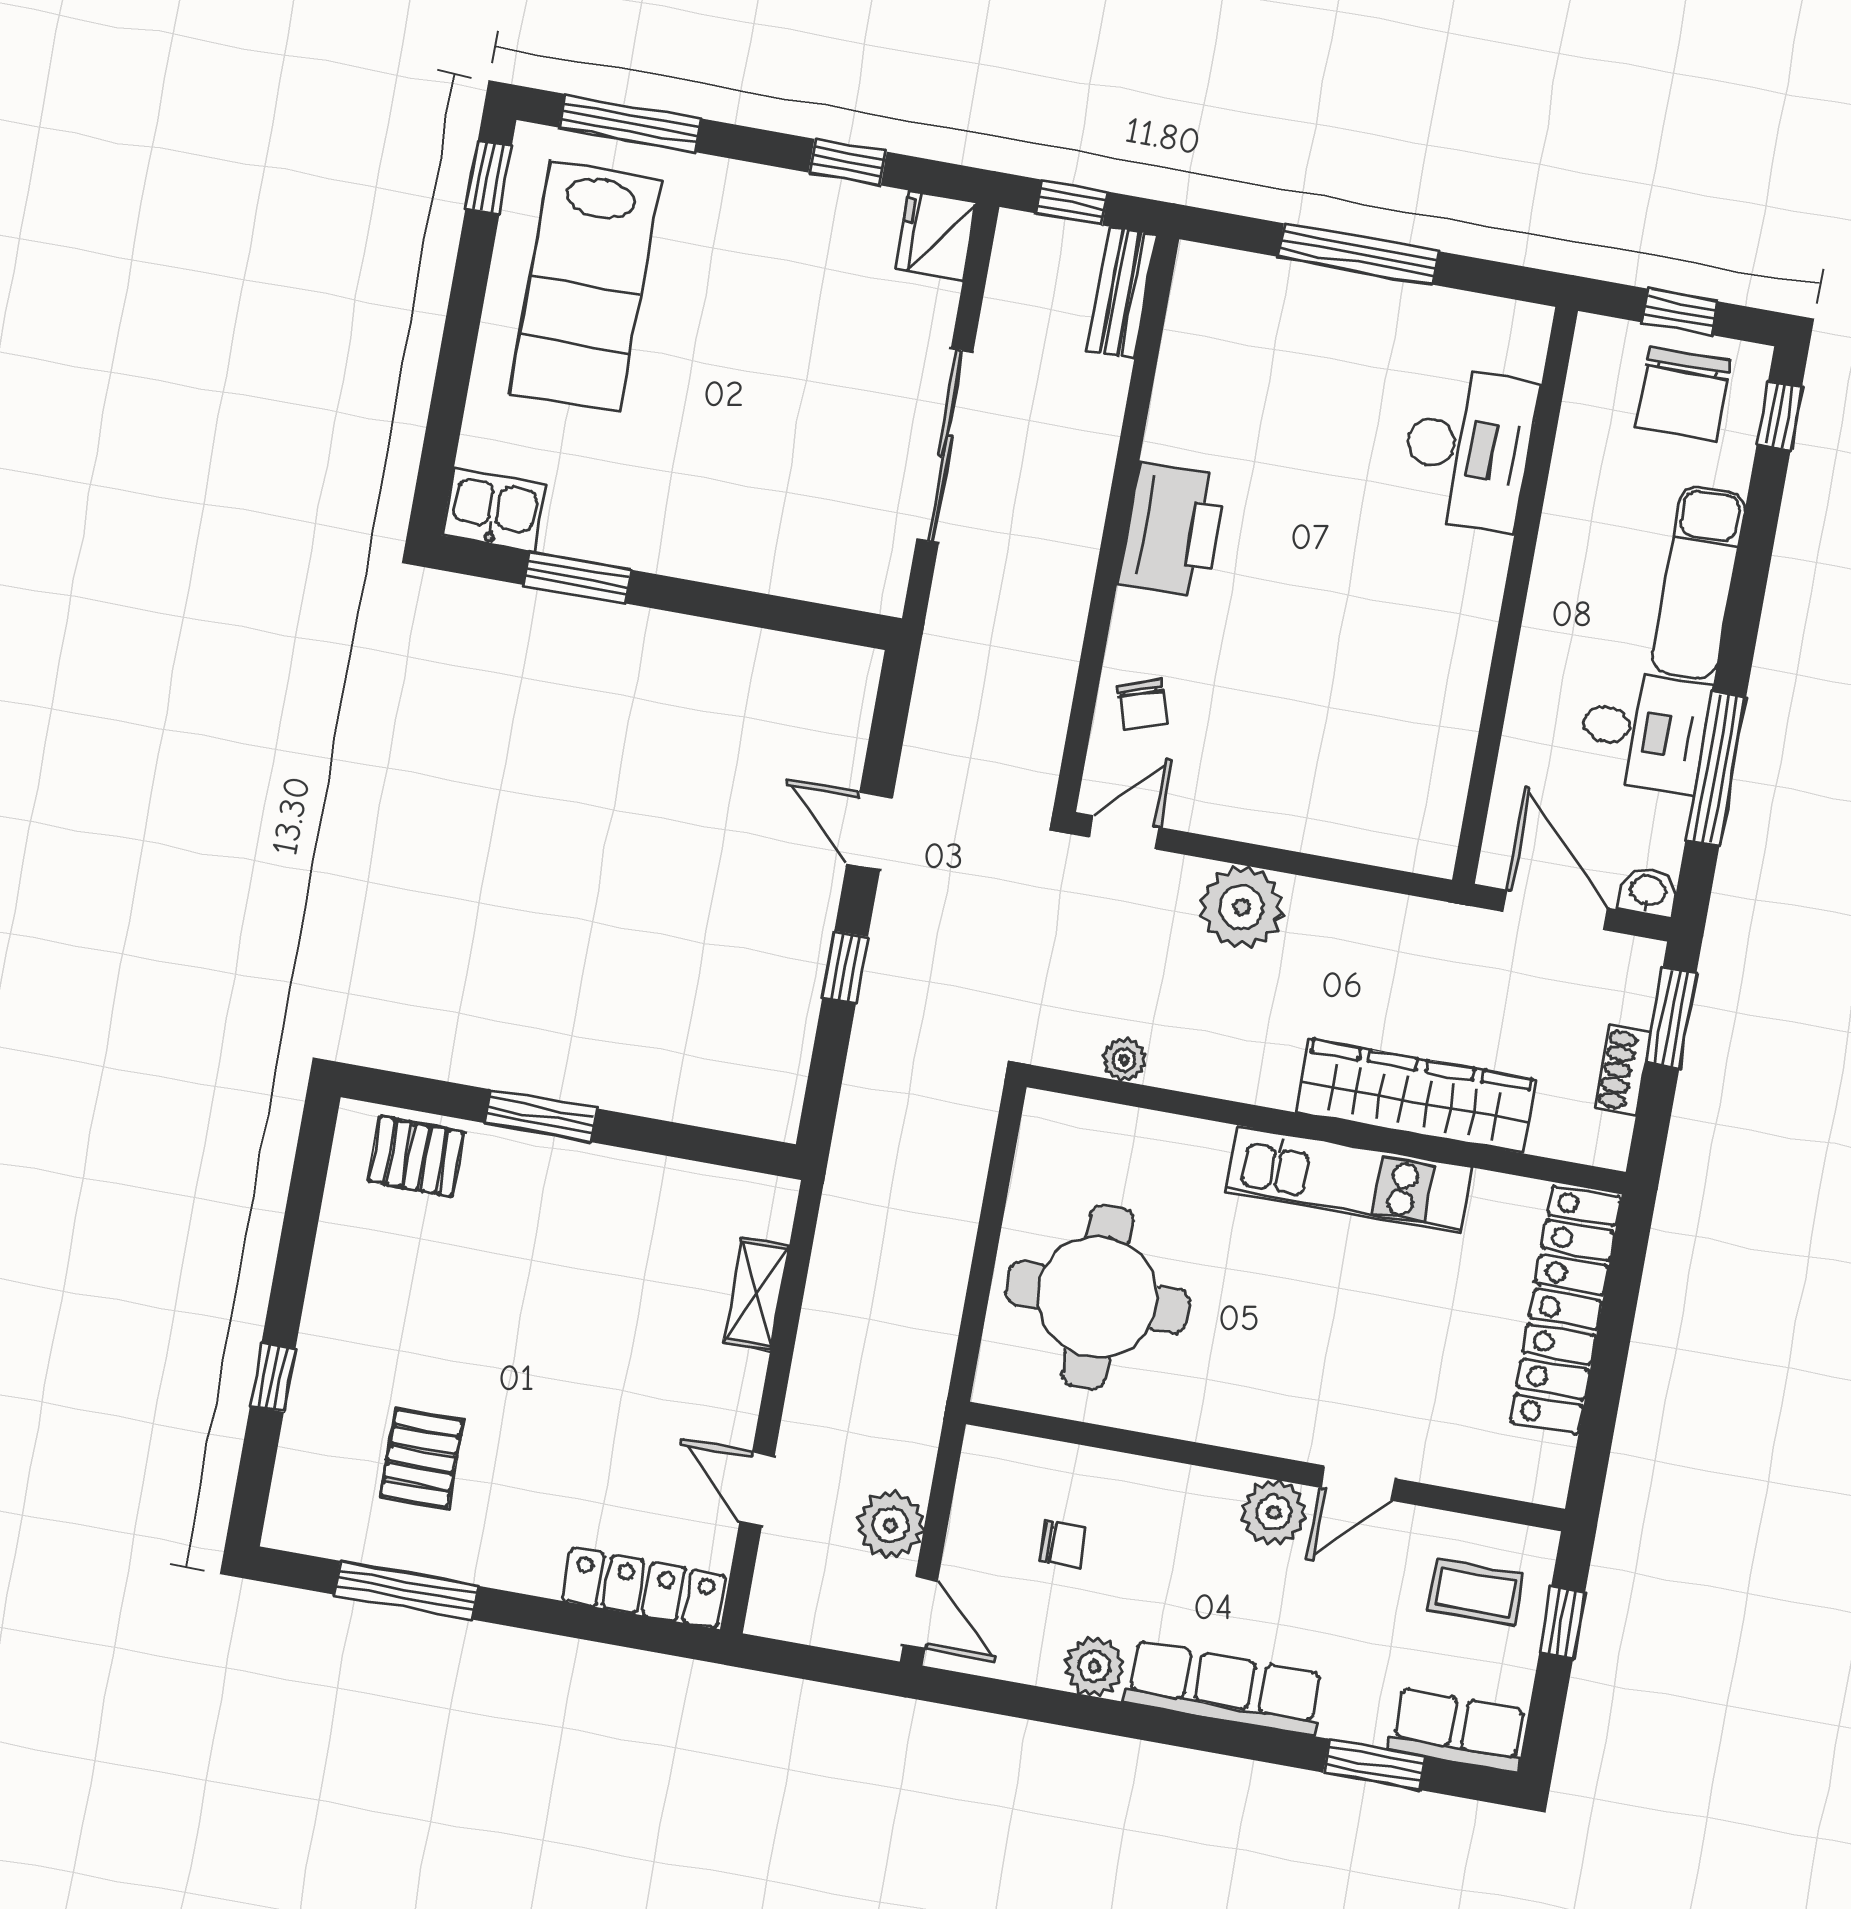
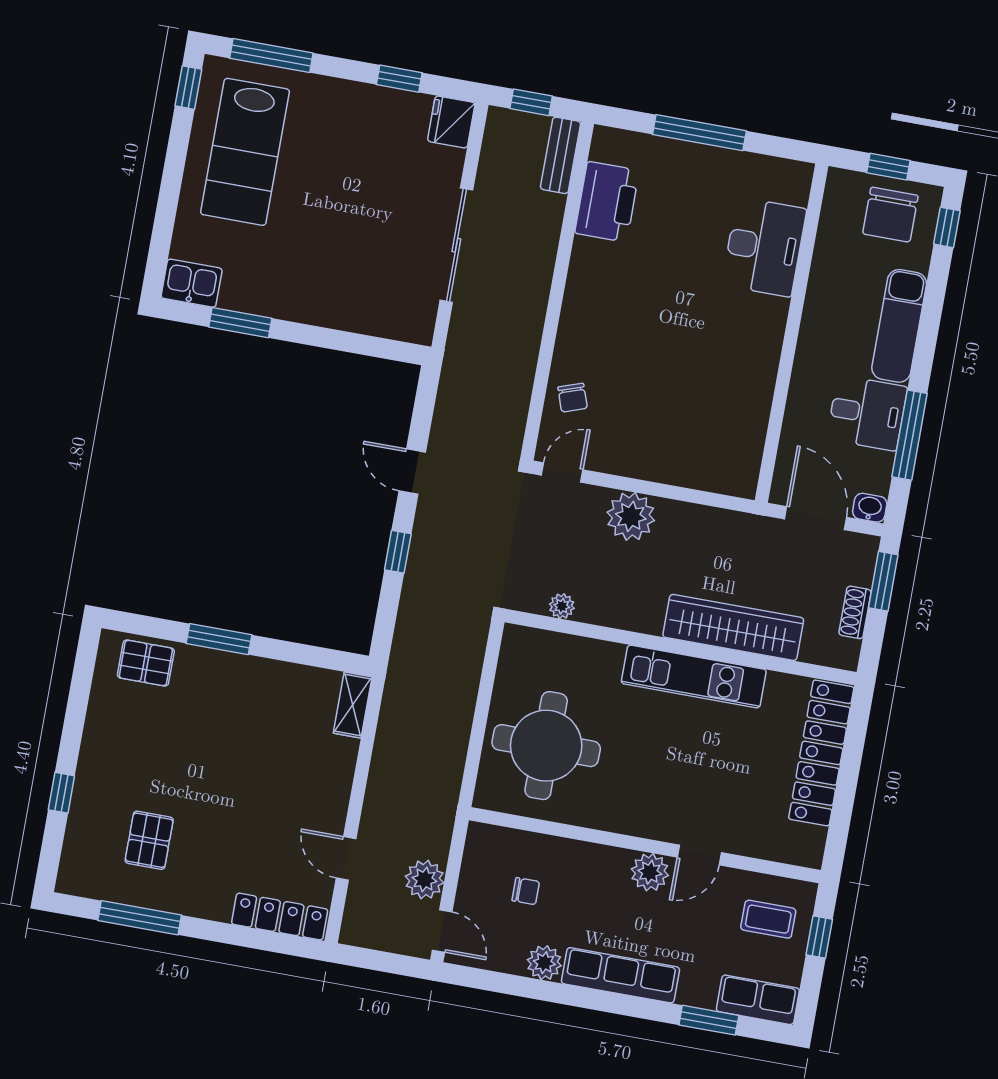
printer: (1172, 530) -> (607, 202), moved
shelving: (756, 1294) -> (353, 705), moved

